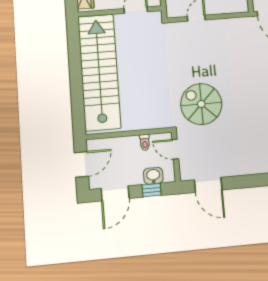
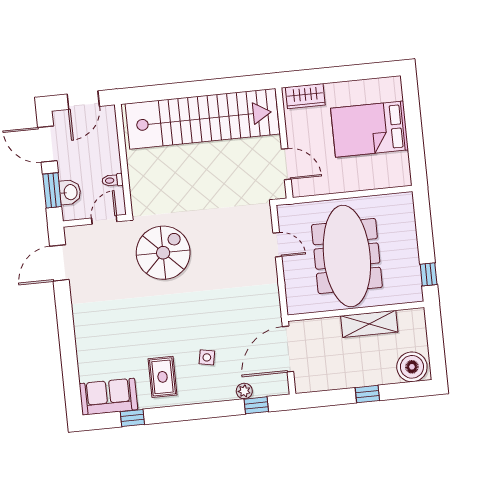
door: (81, 164) -> (83, 100), hinge flipped
window: (152, 190) -> (52, 190), width x1.50

